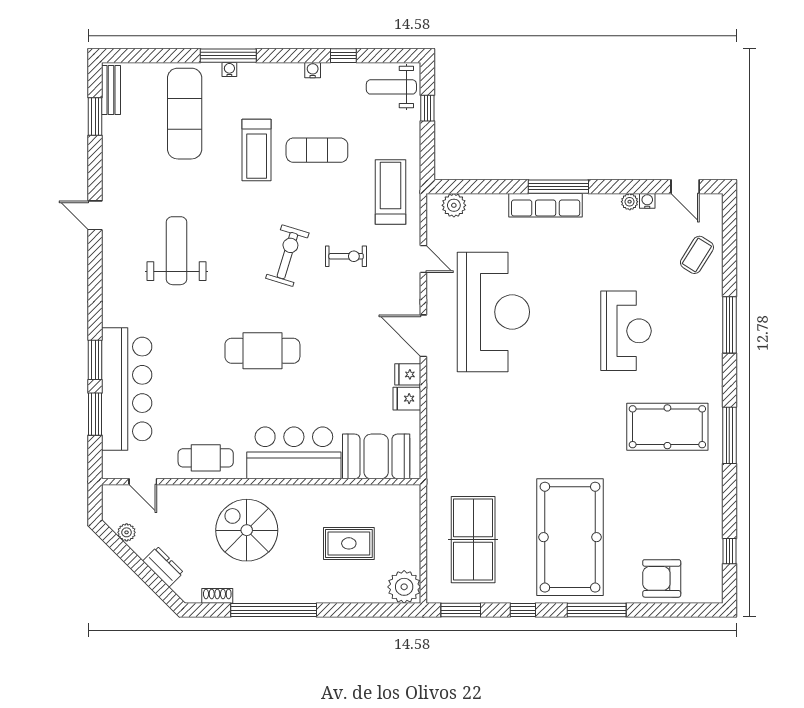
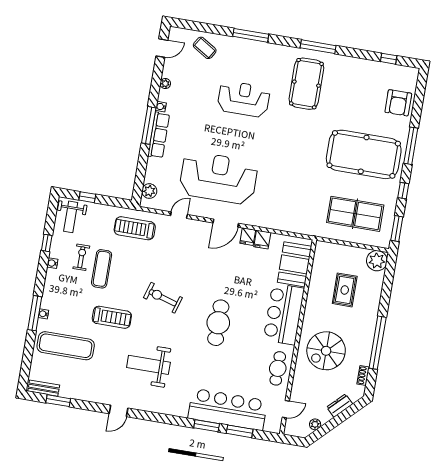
treadmill: (257, 150) -> (112, 317), moved
water cooler: (647, 201) -> (161, 107), moved
exercise bike: (346, 256) -> (81, 257), moved

